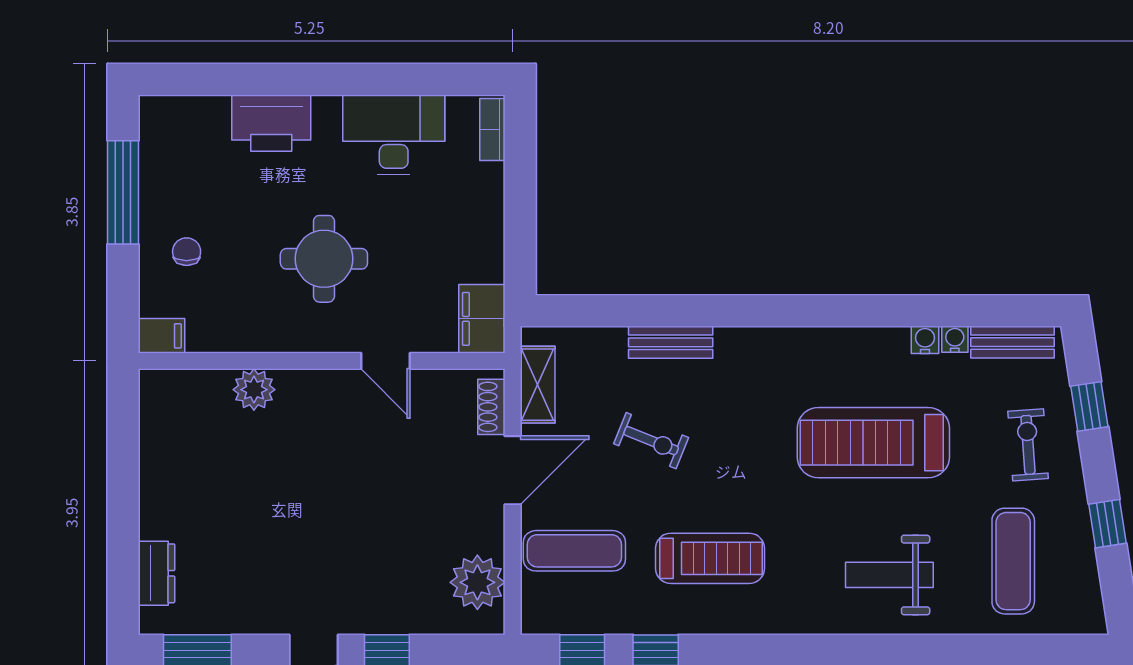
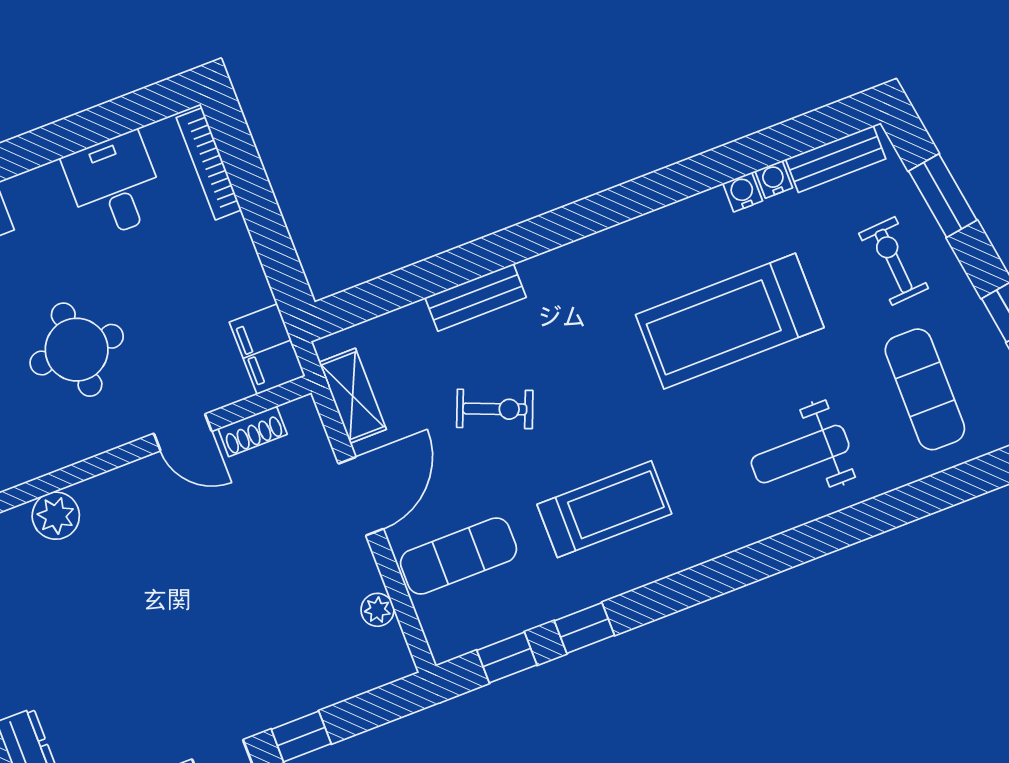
bookcase: (492, 130) -> (209, 164), width x1.56
desk: (394, 135) -> (115, 185), width x0.73
window: (1089, 406) -> (943, 196), width x1.50
shoe rack: (491, 407) -> (253, 431), moved, turned -90
plant: (477, 582) -> (377, 610), width x0.53, depth x0.53

